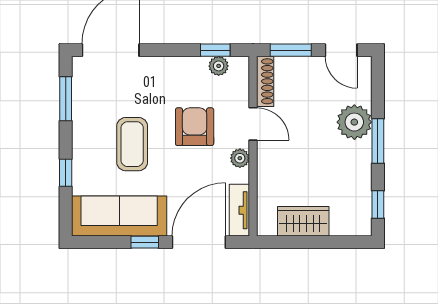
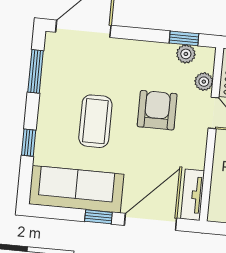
plant: (240, 158) -> (204, 82), moved

